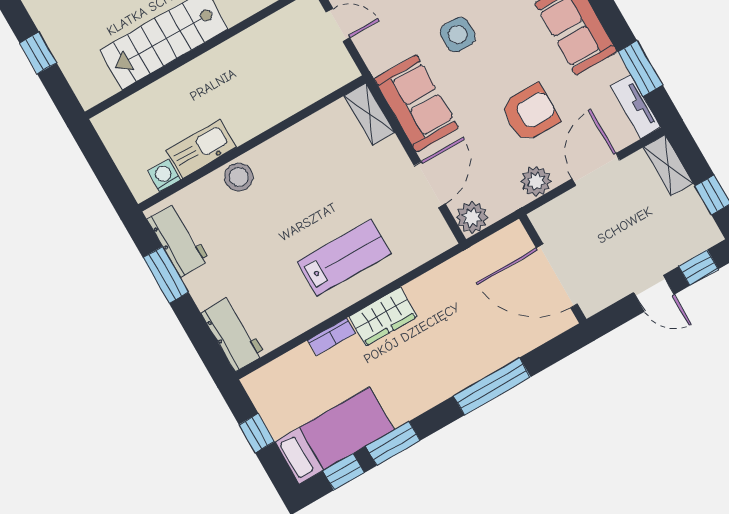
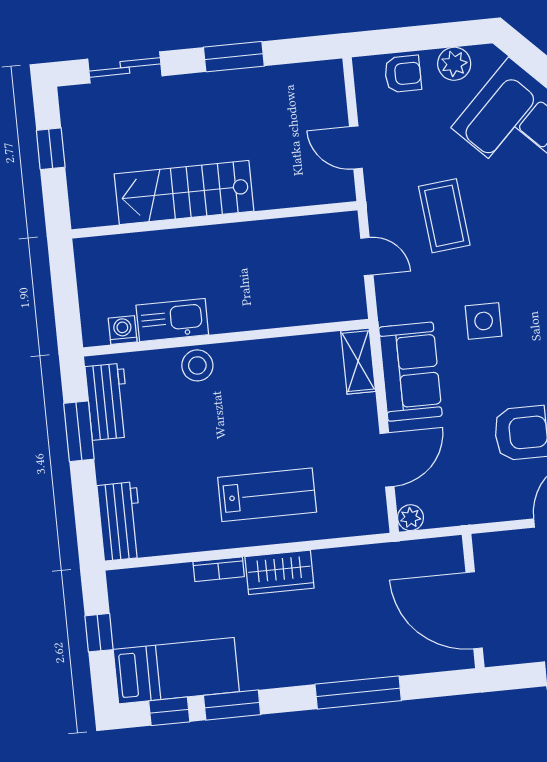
plant: (536, 181) -> (496, 505), removed
plant: (472, 217) -> (411, 518), width x0.73, depth x0.73

